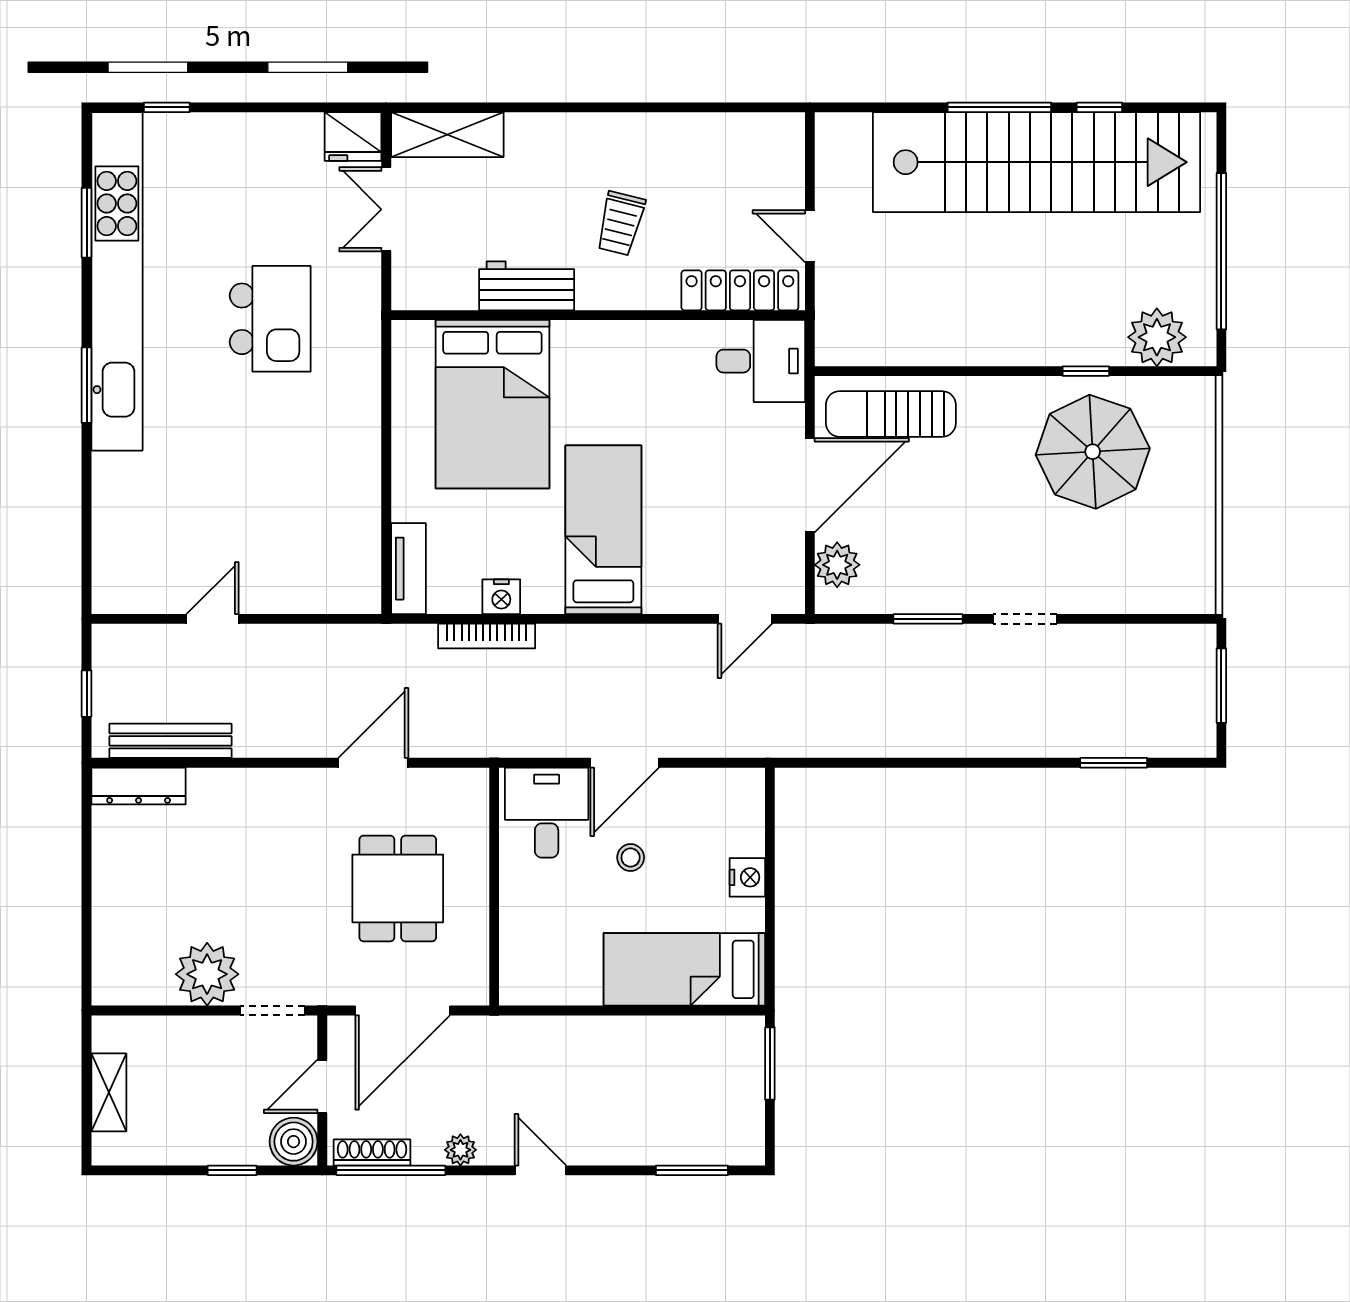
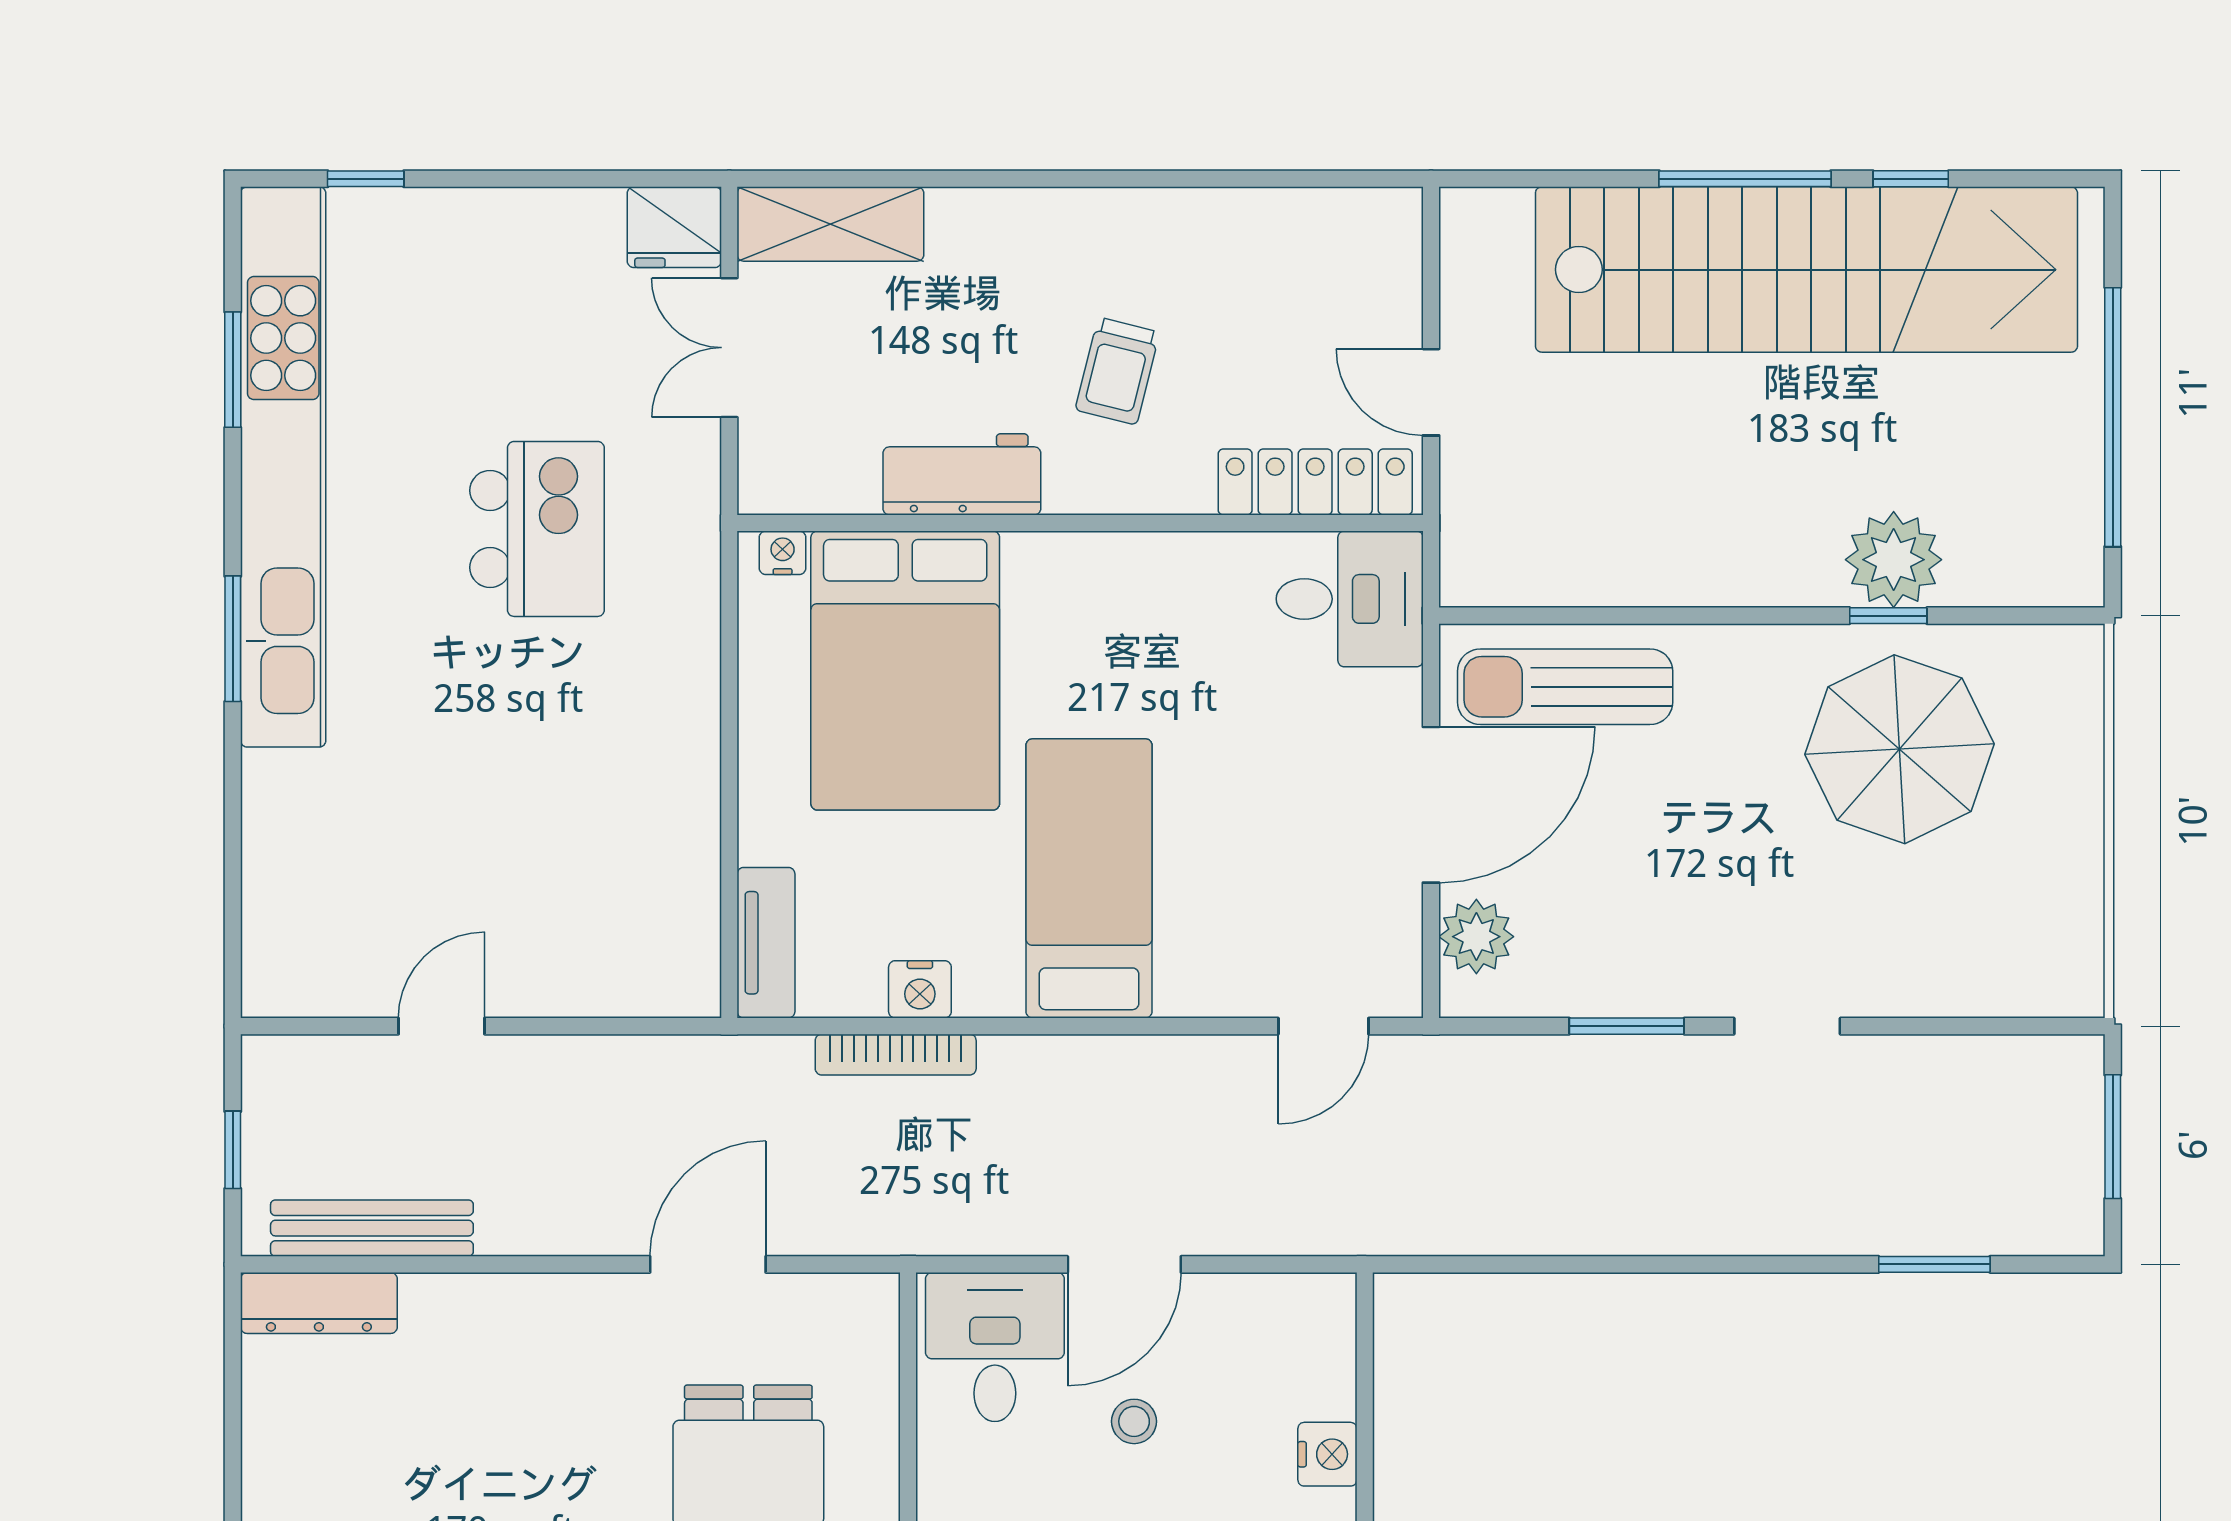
nightstand: (418, 333) -> (783, 553), added
plant: (1157, 337) -> (1894, 560), moved

